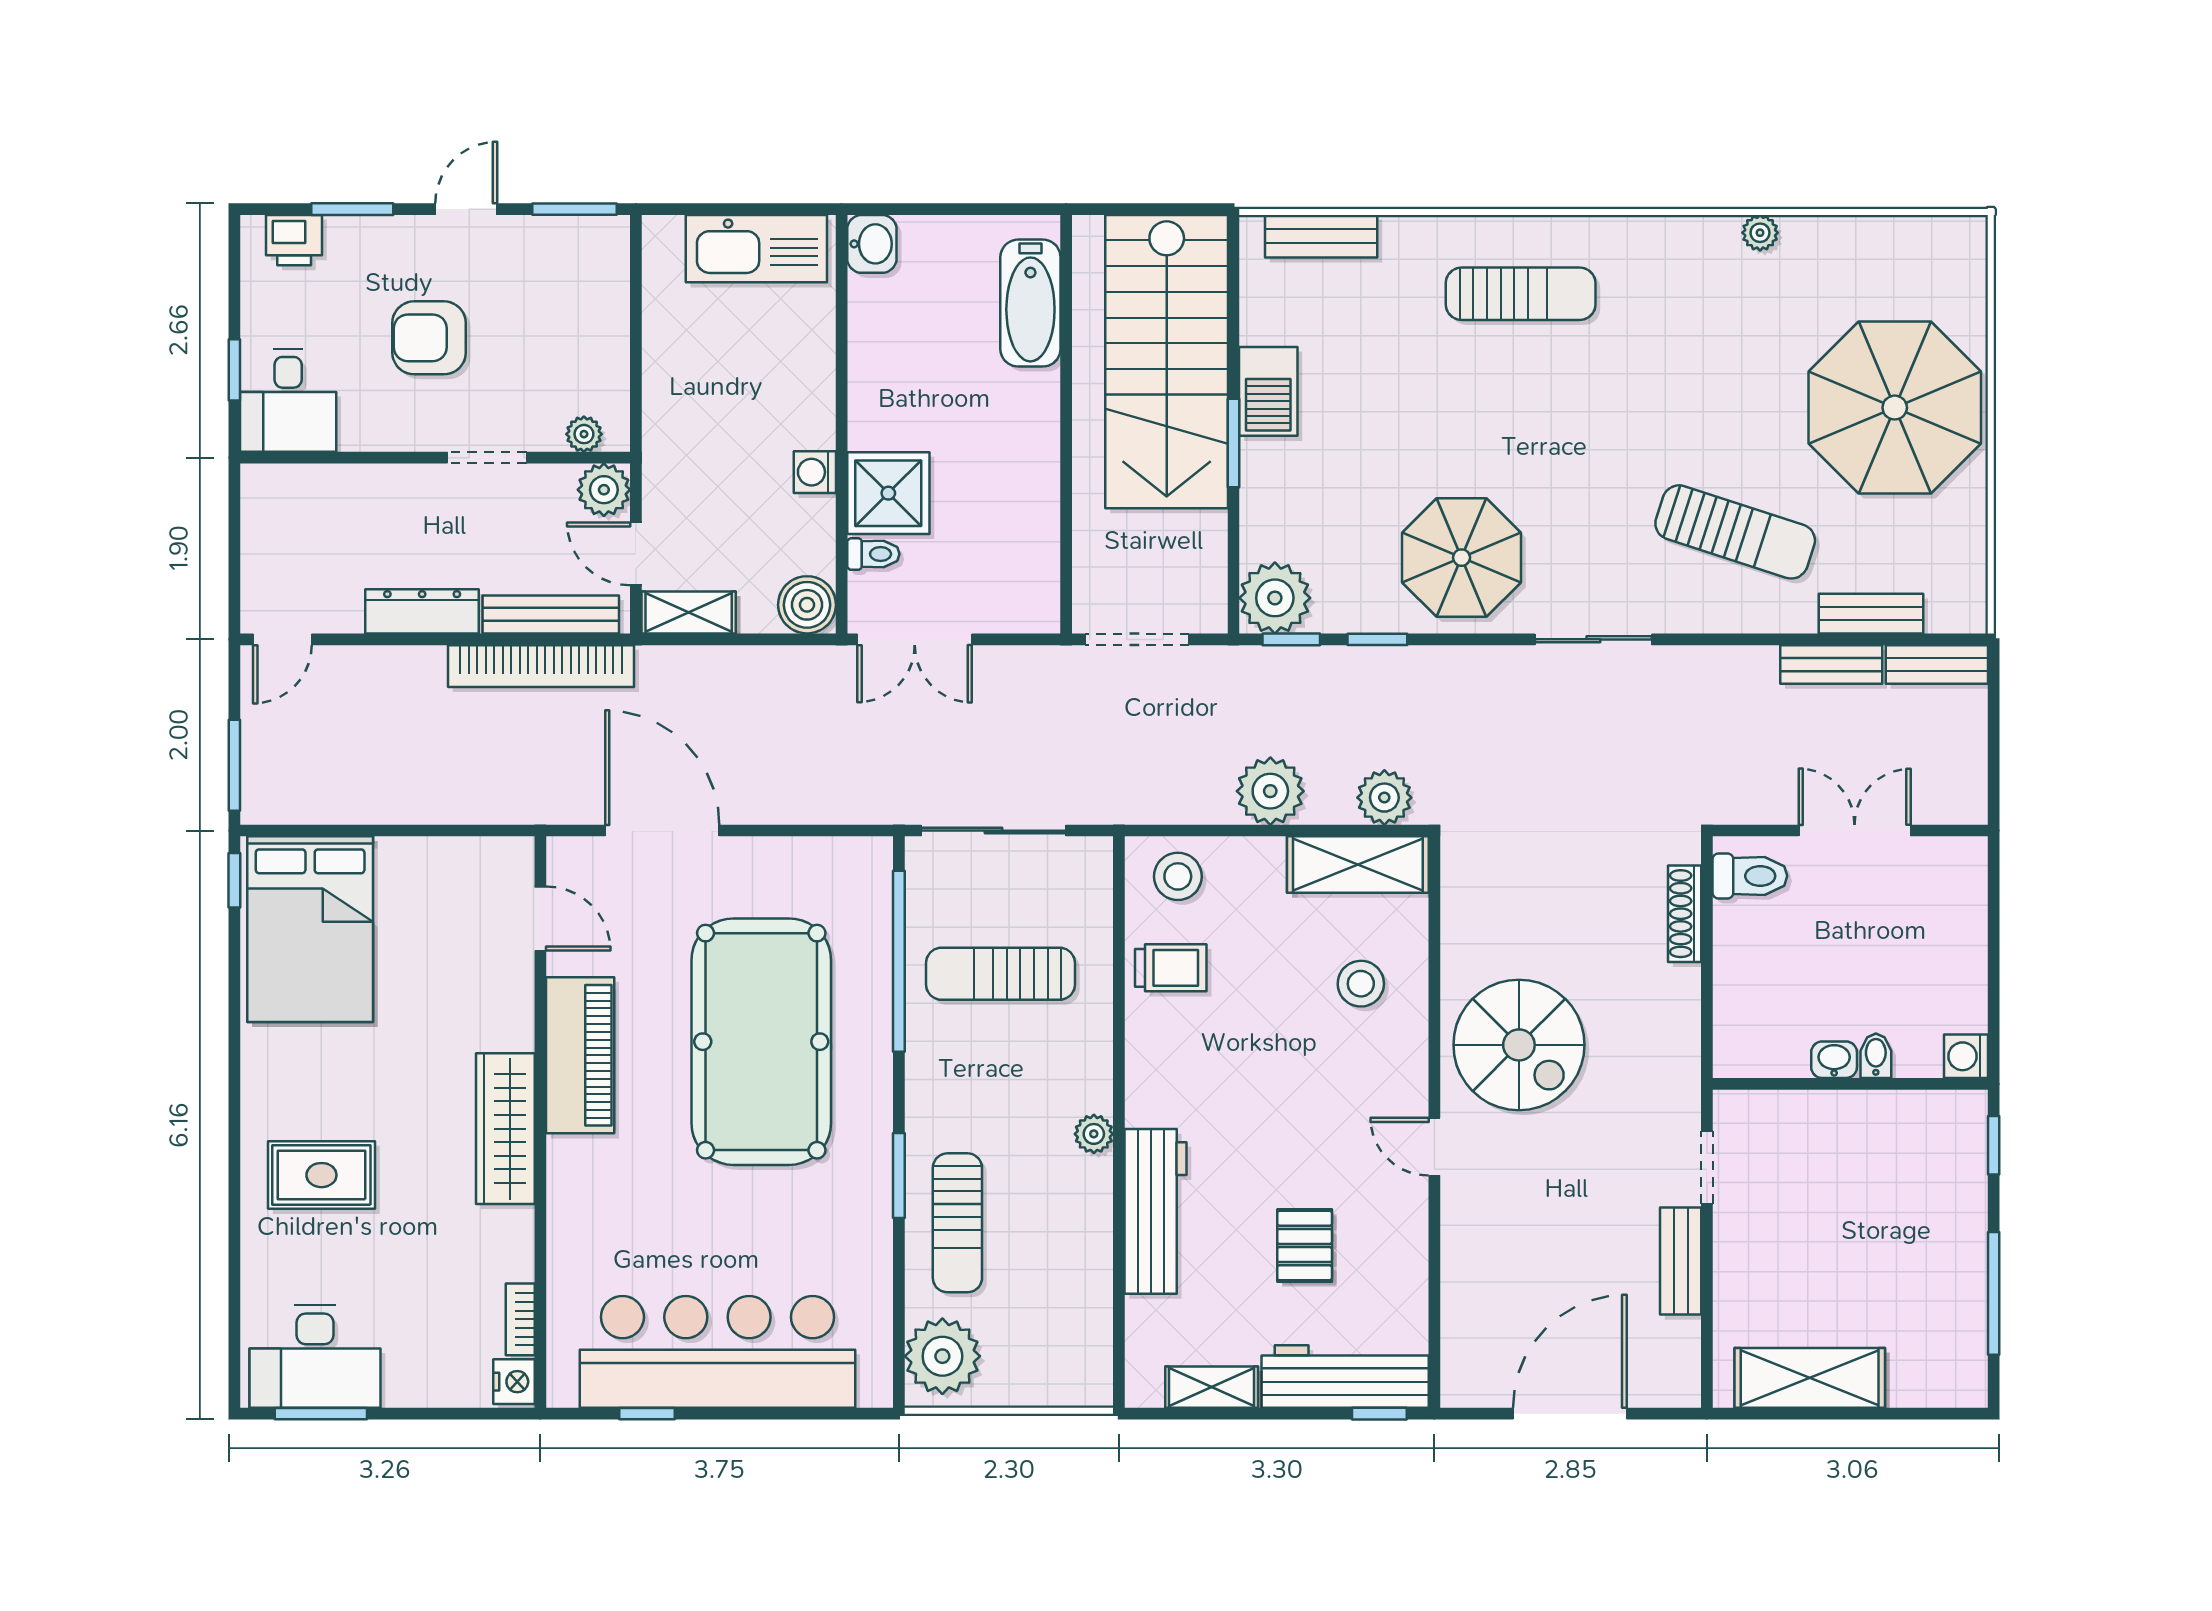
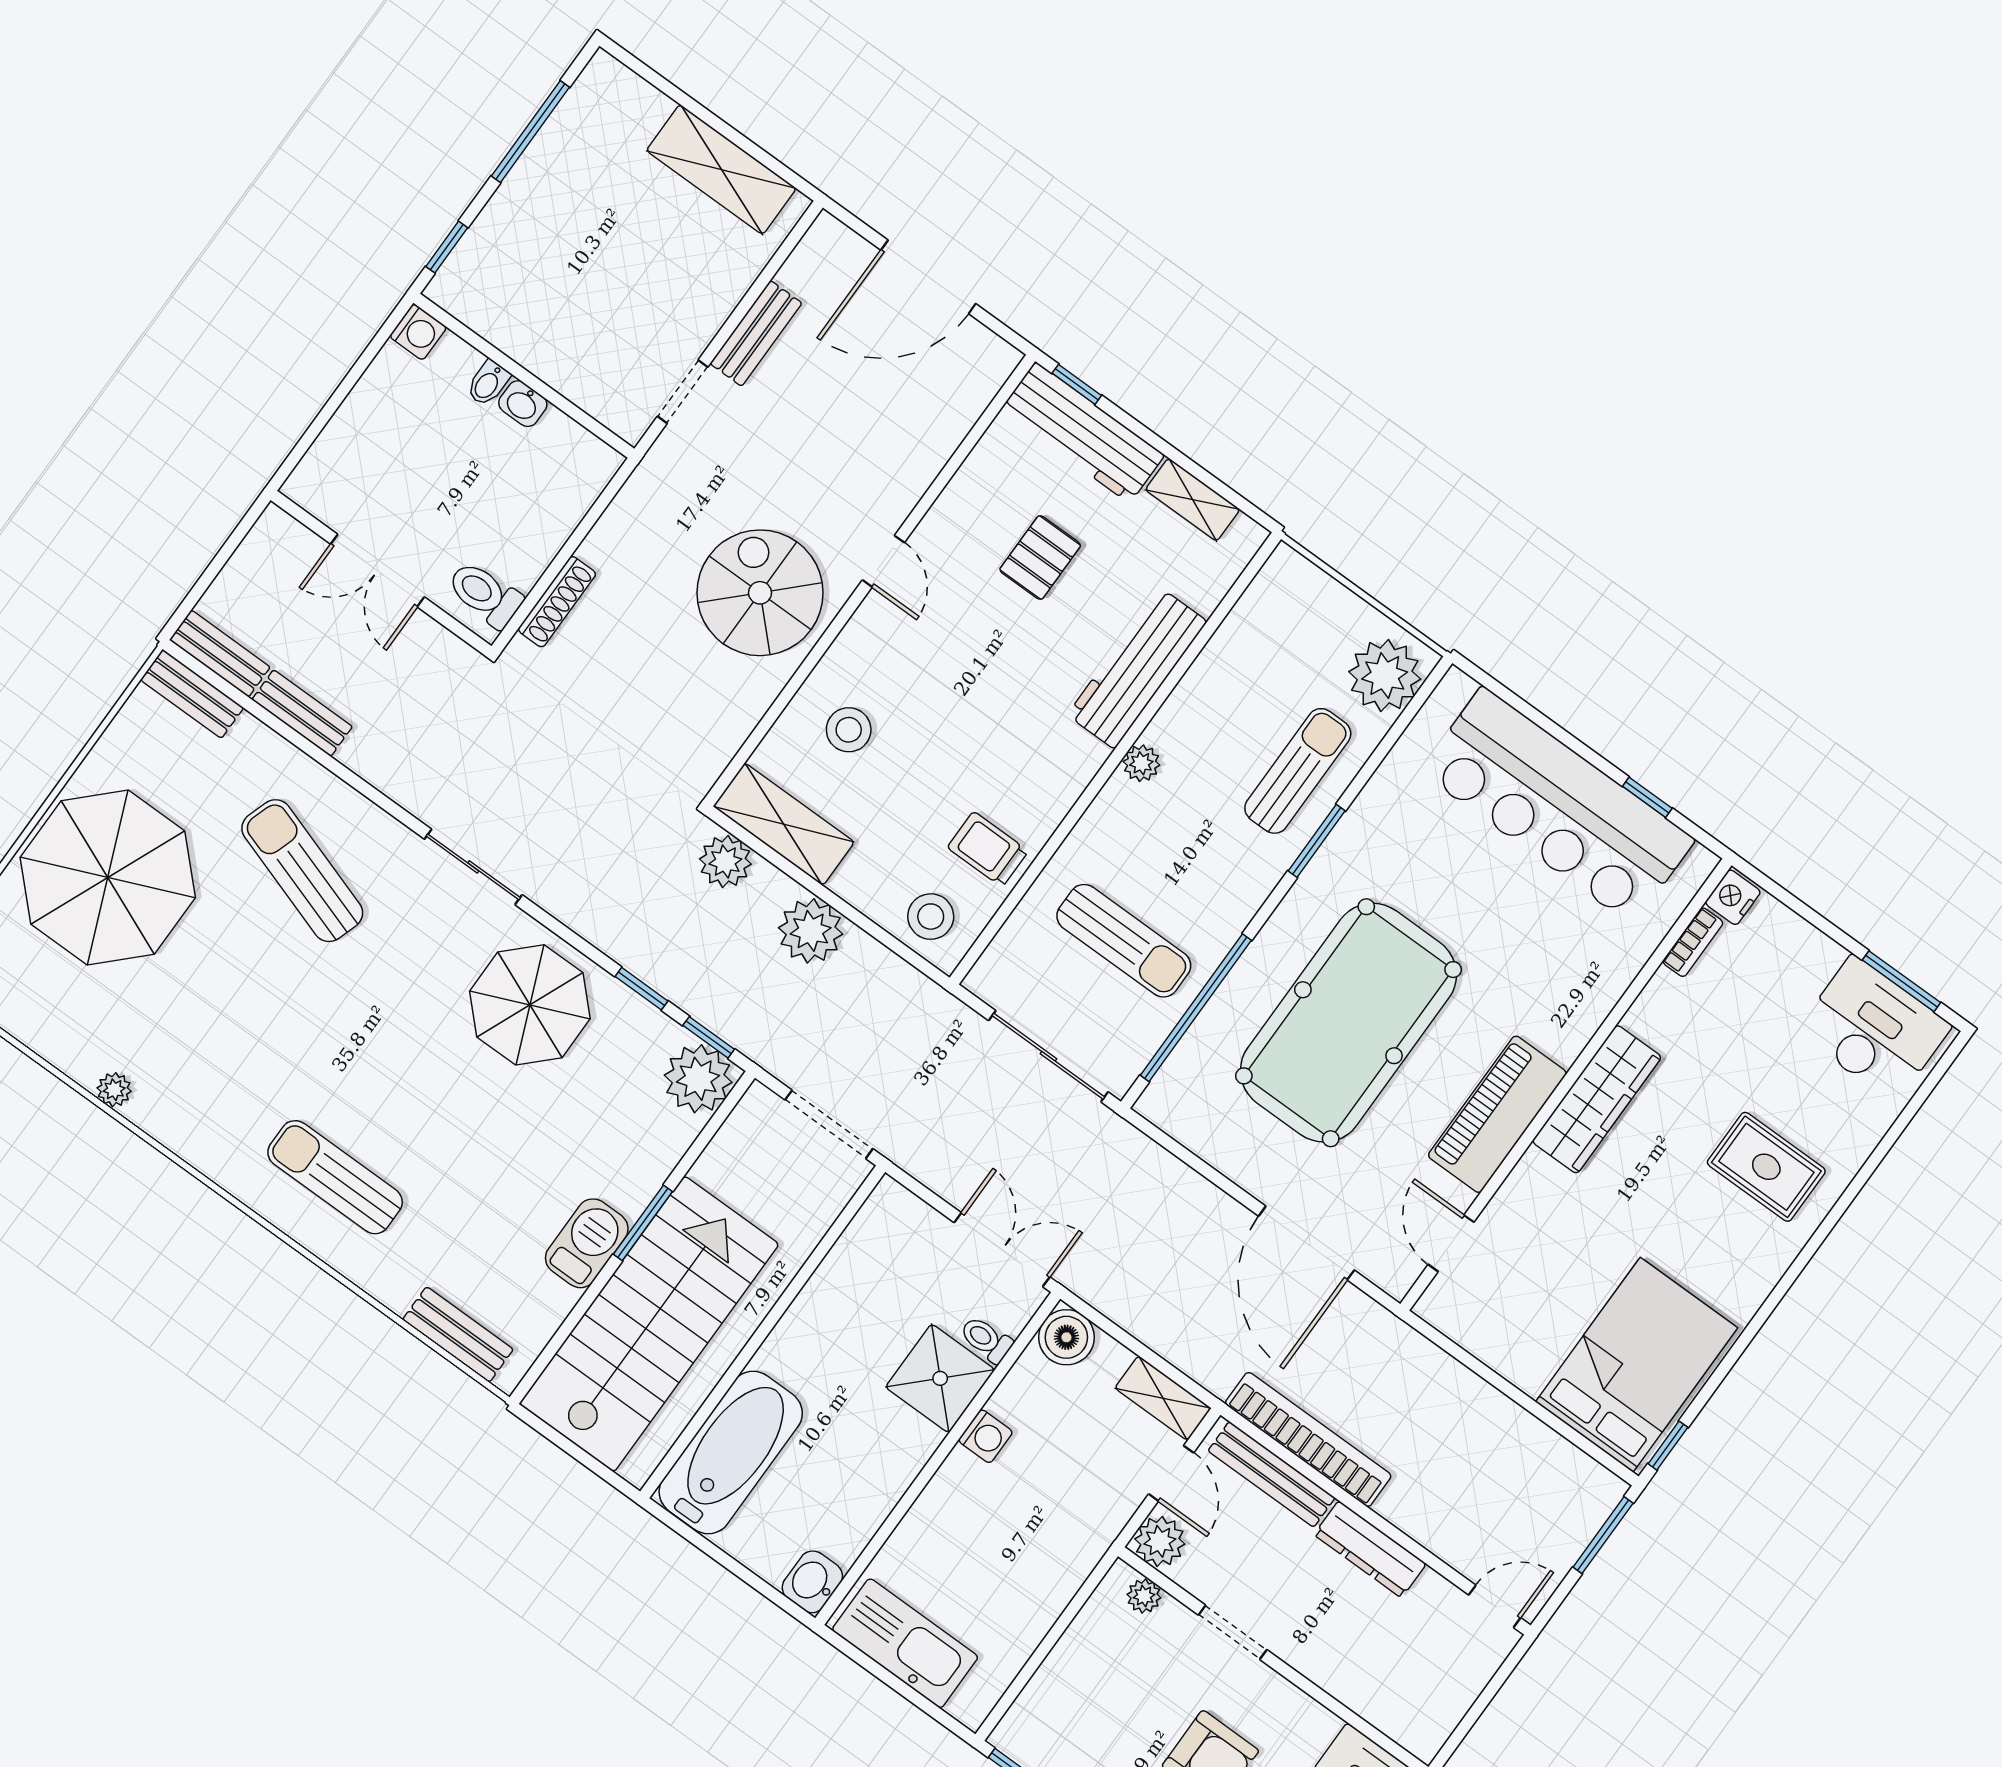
bathtub: (1030, 303) -> (731, 1452), width x1.36, depth x1.36
bench: (1871, 614) -> (192, 694), moved

